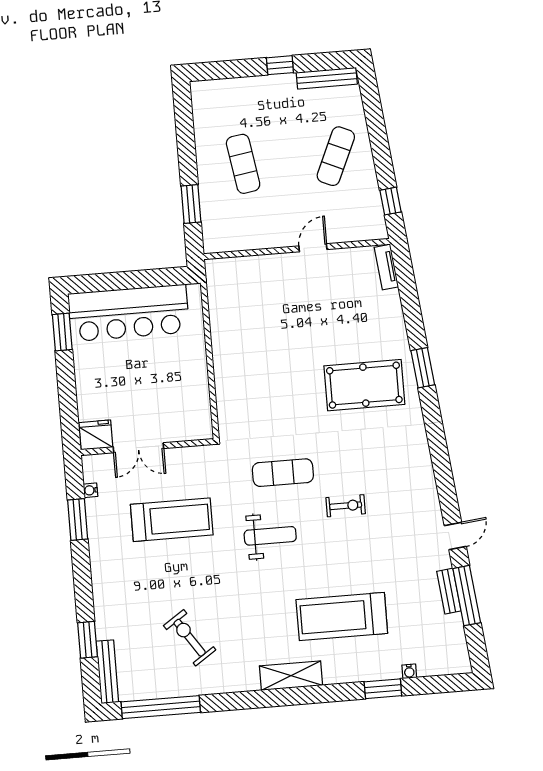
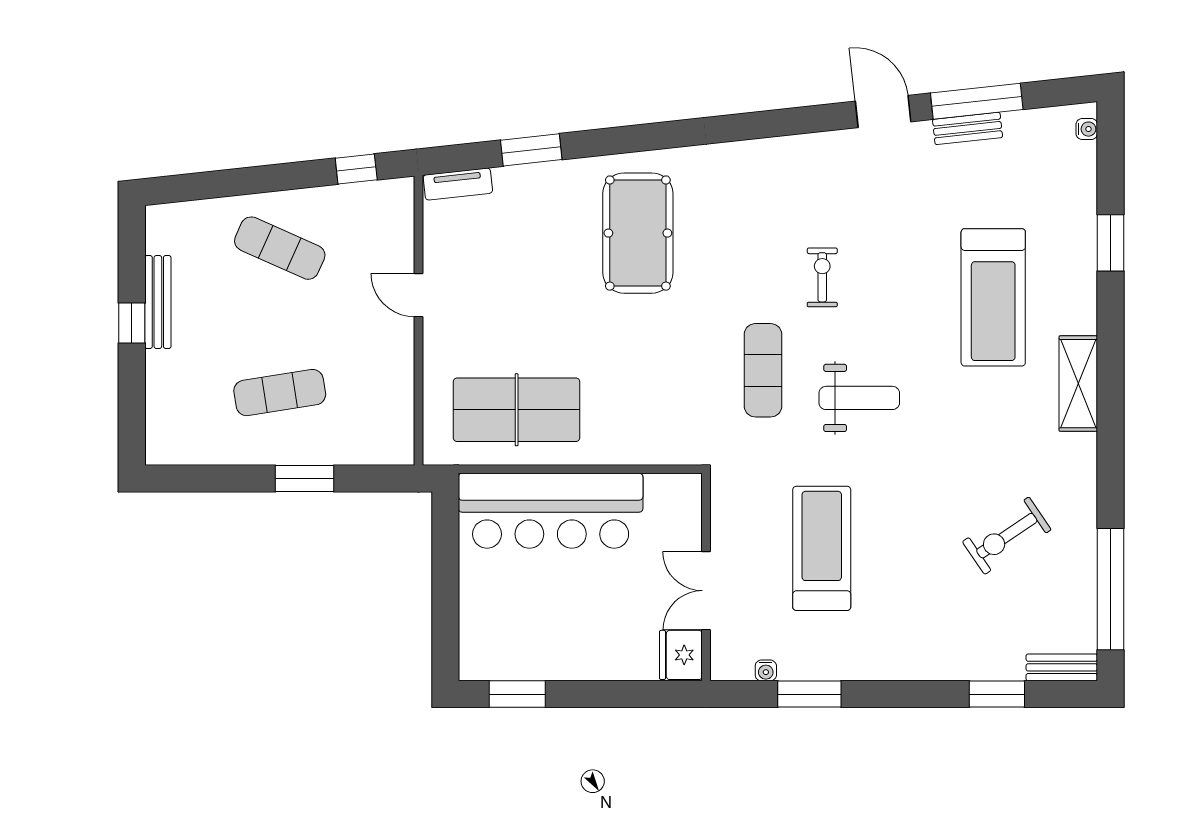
bench: (327, 78) -> (158, 302), moved
window: (191, 204) -> (304, 478), moved
bar counter: (129, 313) -> (551, 511), moved, turned 90
table tennis table: (245, 317) -> (517, 410), added
window: (423, 368) -> (531, 150), moved
double door: (138, 448) -> (706, 591), swing flipped
weight bench: (270, 536) -> (859, 398), turned 90
door: (455, 536) -> (883, 111), width x1.38
water cooler: (409, 671) -> (1087, 129), moved
bench: (107, 672) -> (1062, 667), width x0.73

